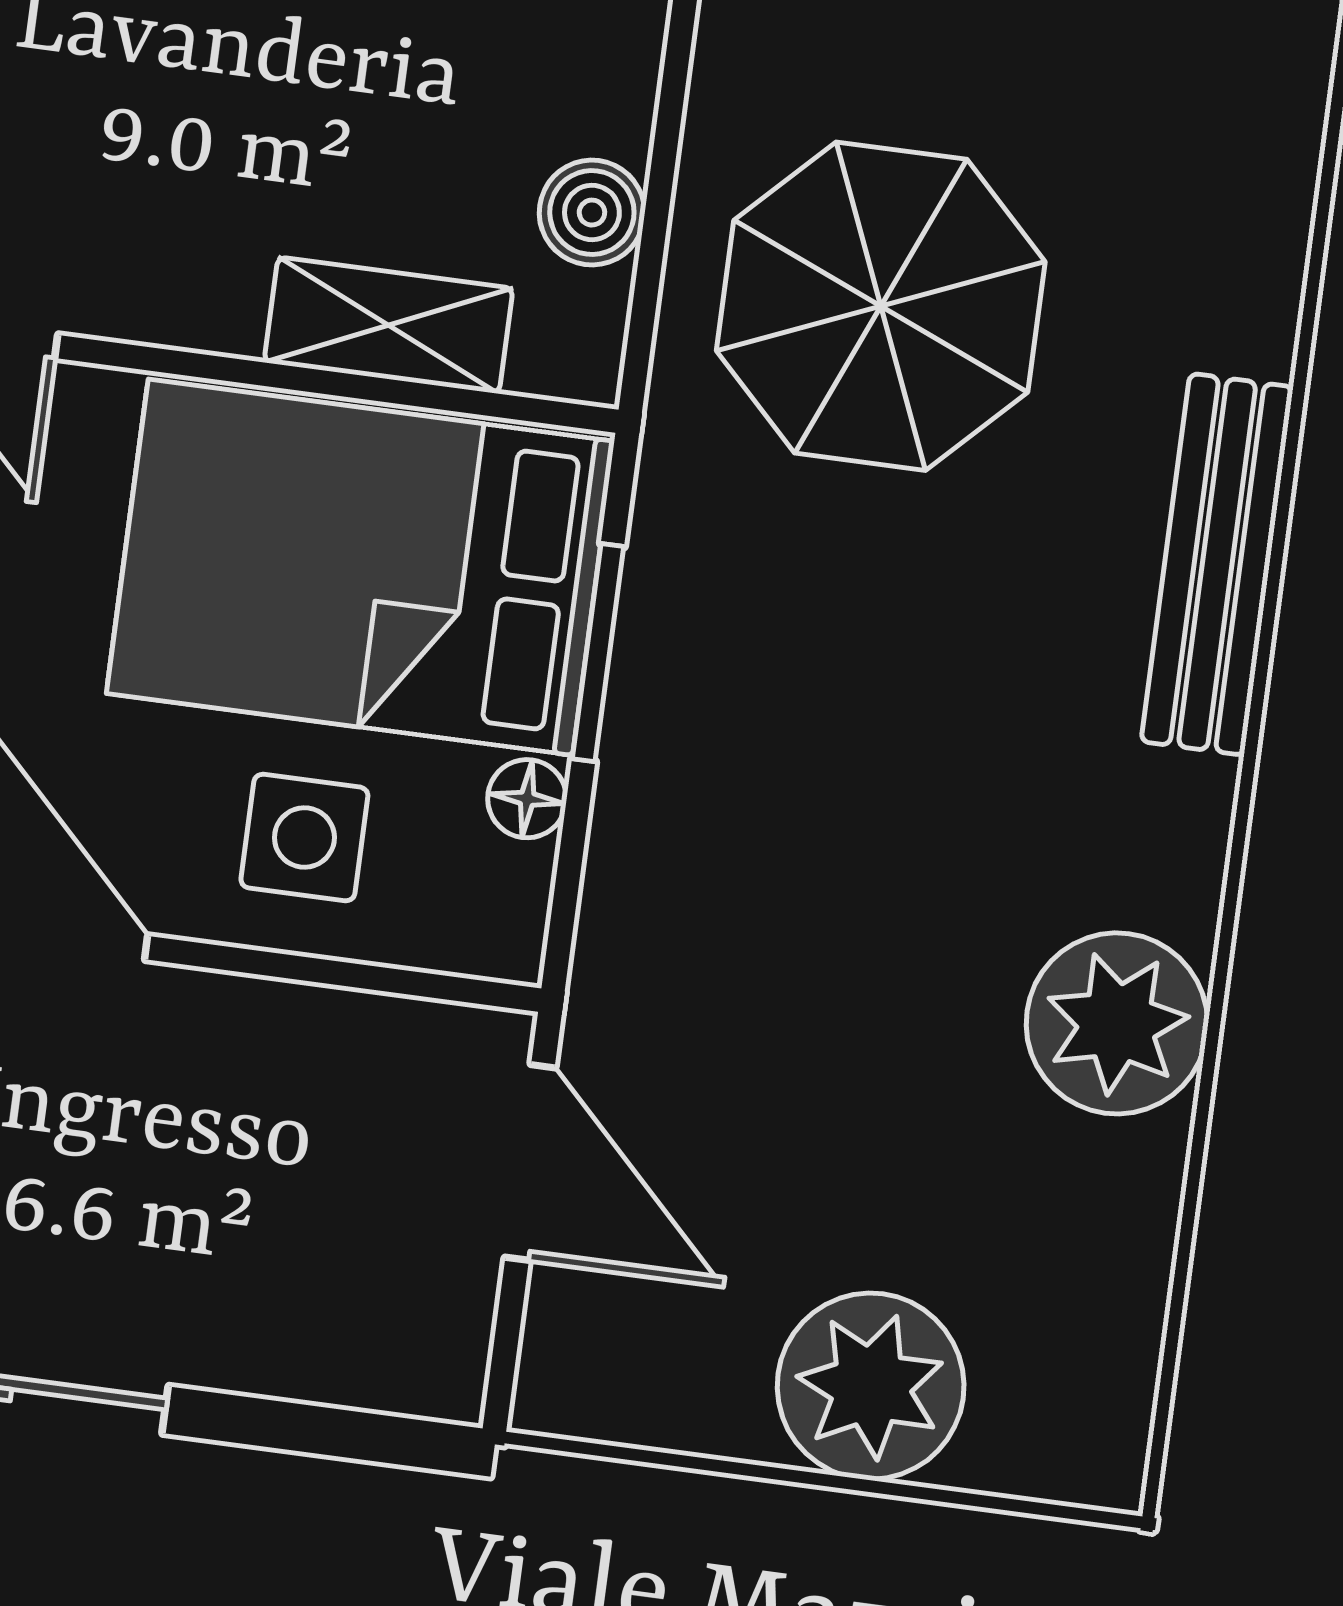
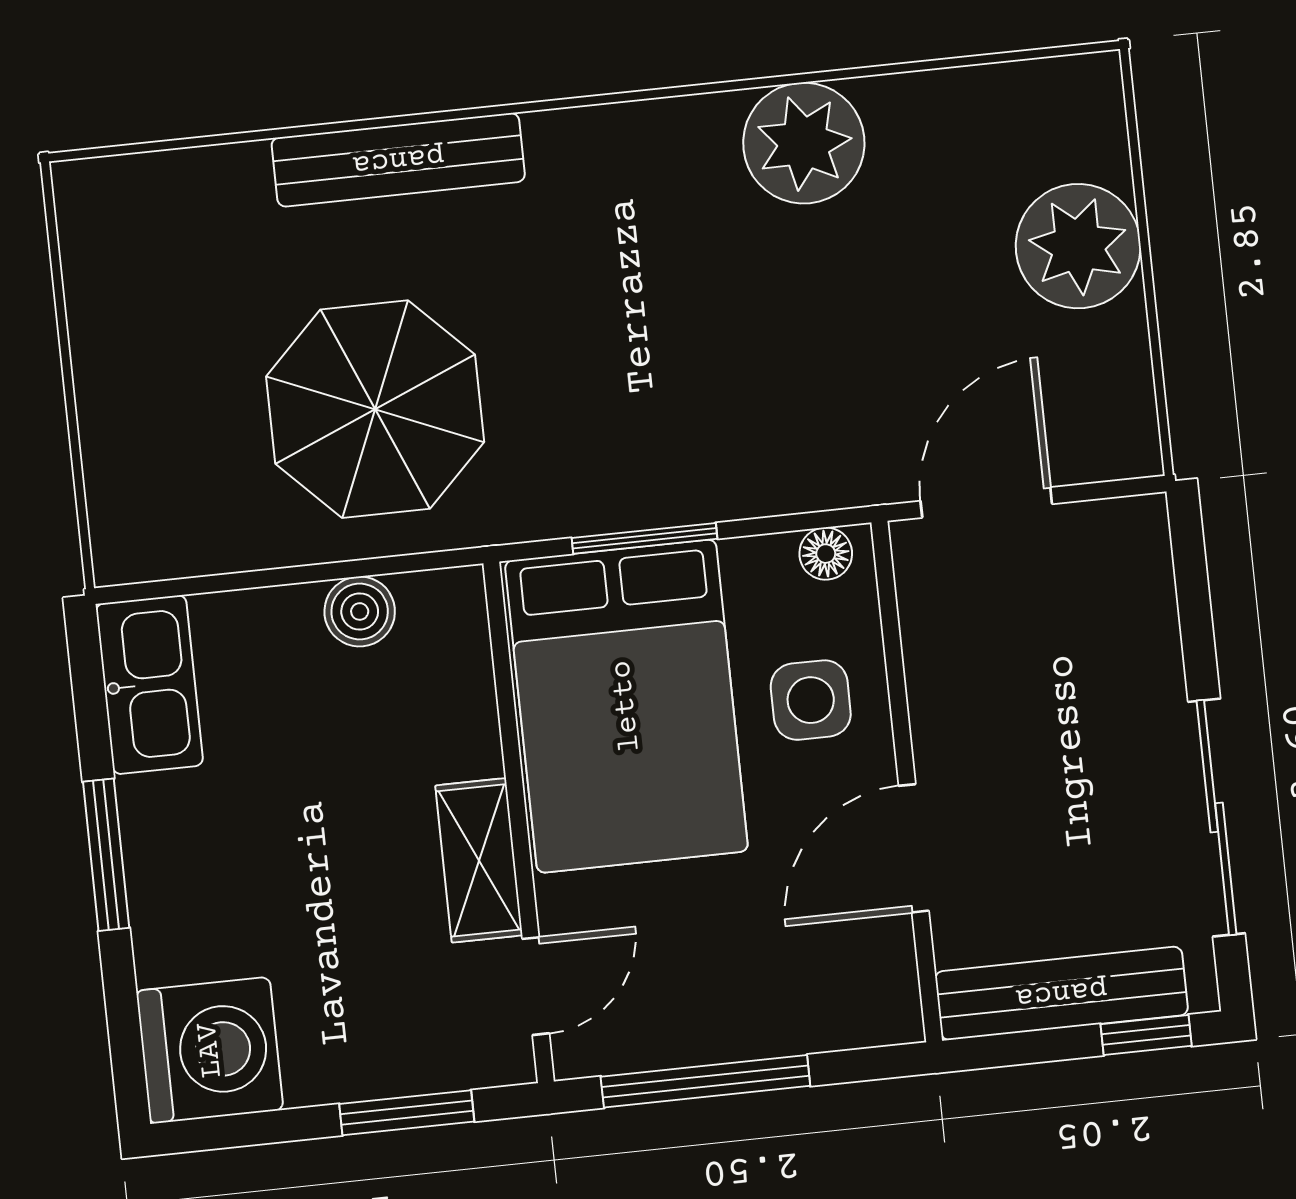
shelving: (389, 325) -> (479, 860), moved
bench: (1217, 564) -> (398, 160), moved
floor lamp: (527, 799) -> (826, 554), moved

